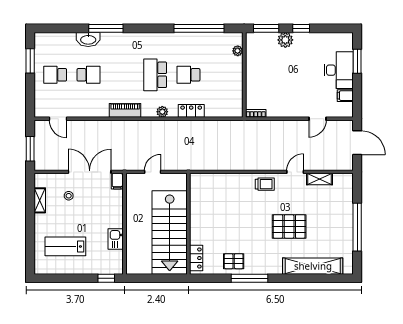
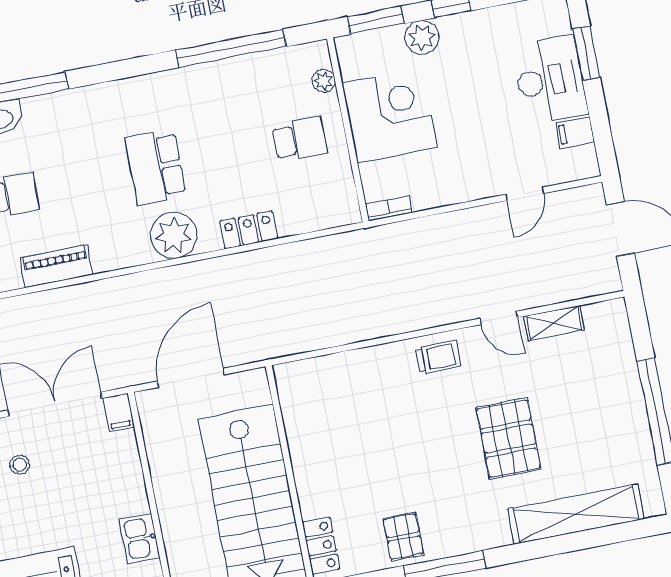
corner desk: (264, 72) -> (390, 115), added
school desk: (189, 75) -> (300, 139), moved, turned 180
piano: (125, 110) -> (56, 266), moved
plant: (162, 112) -> (174, 235), width x1.88, depth x1.88
door: (153, 172) -> (191, 378), width x1.87
door: (295, 172) -> (499, 318), swing flipped
pallet: (289, 226) -> (508, 438), turned 90
pallet: (234, 261) -> (403, 537), turned 90

